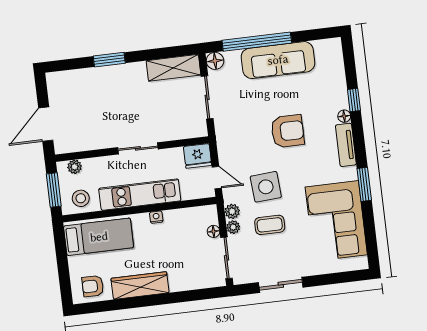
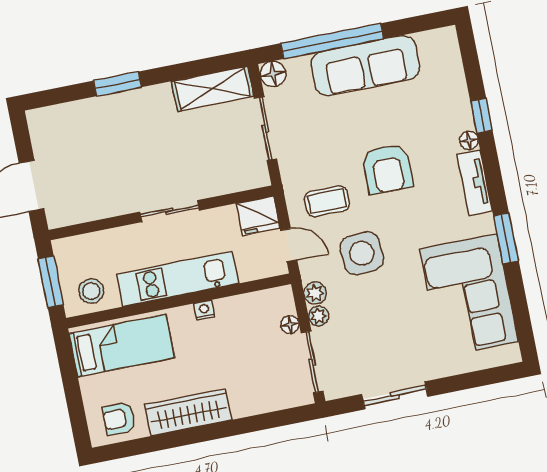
armchair: (288, 131) -> (387, 169), turned 90
plant: (75, 167) -> (79, 245), removed
coffee table: (270, 225) -> (327, 201), moved

